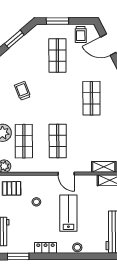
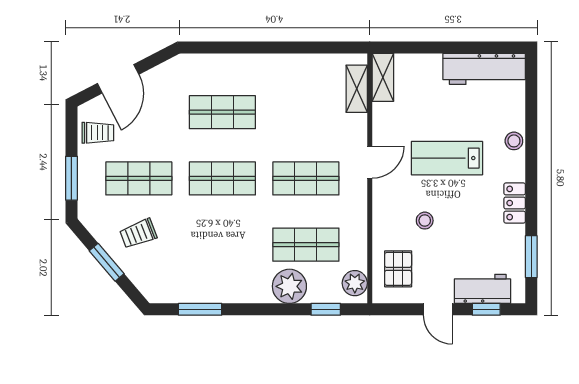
trolley: (22, 91) -> (138, 234), moved
shop shelf: (58, 98) -> (222, 178), added

